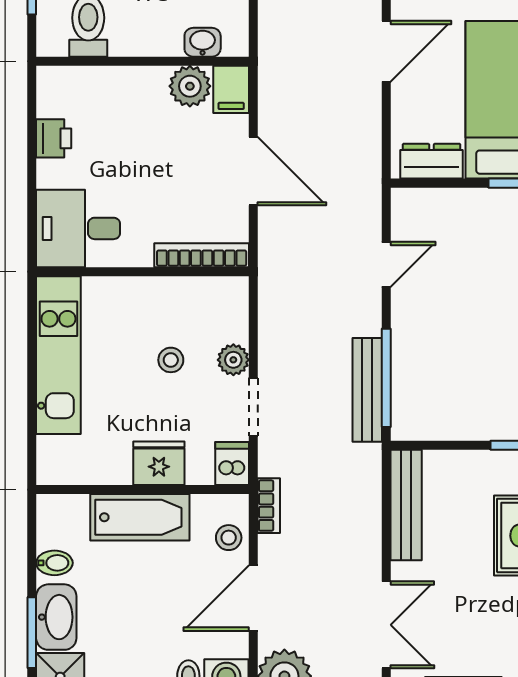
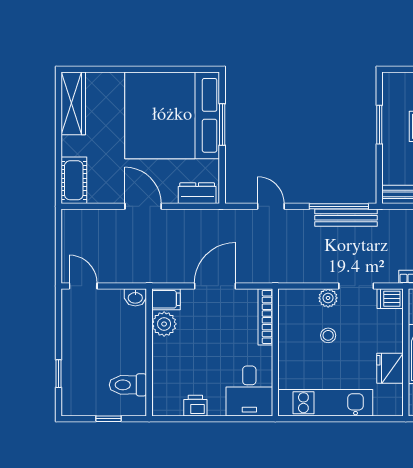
washbasin: (203, 42) -> (135, 297), moved, turned -90
dresser: (432, 161) -> (197, 193), moved, turned 90
fridge: (159, 463) -> (390, 368), moved

